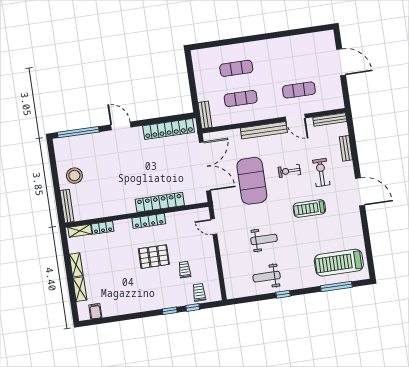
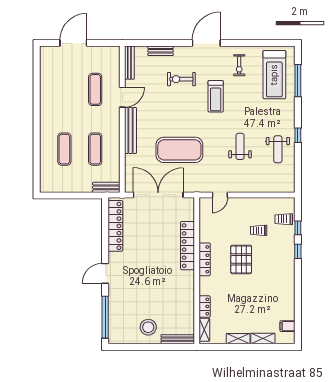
exercise bike: (289, 171) -> (239, 65), moved

